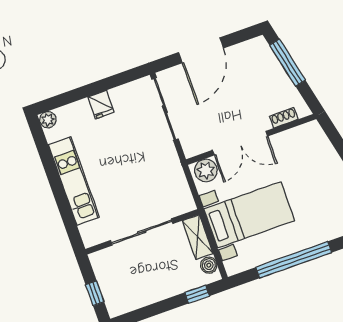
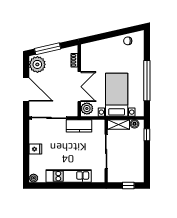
plant: (253, 54) -> (37, 64), added
kitchen counter: (170, 168) -> (79, 126), added

